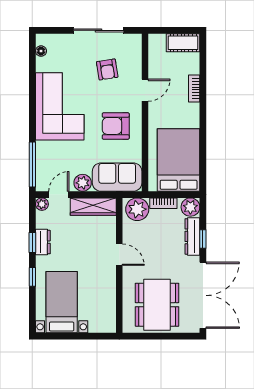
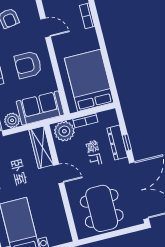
door: (145, 90) -> (45, 28), hinge flipped
wardrobe: (93, 207) -> (41, 147), moved, turned 90
plant: (190, 207) -> (109, 118), removed

